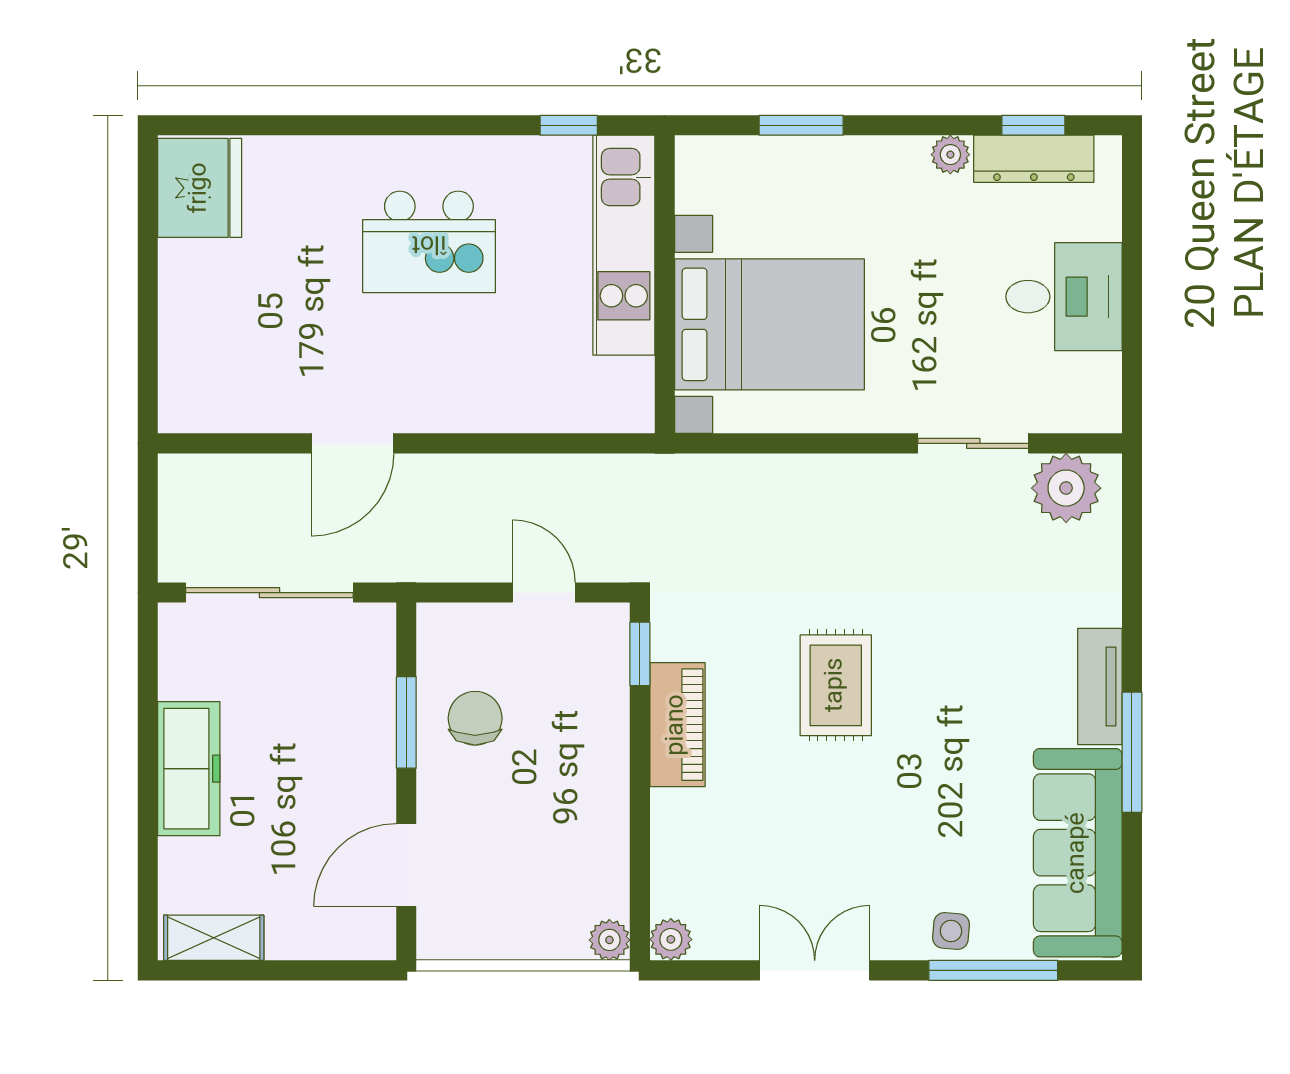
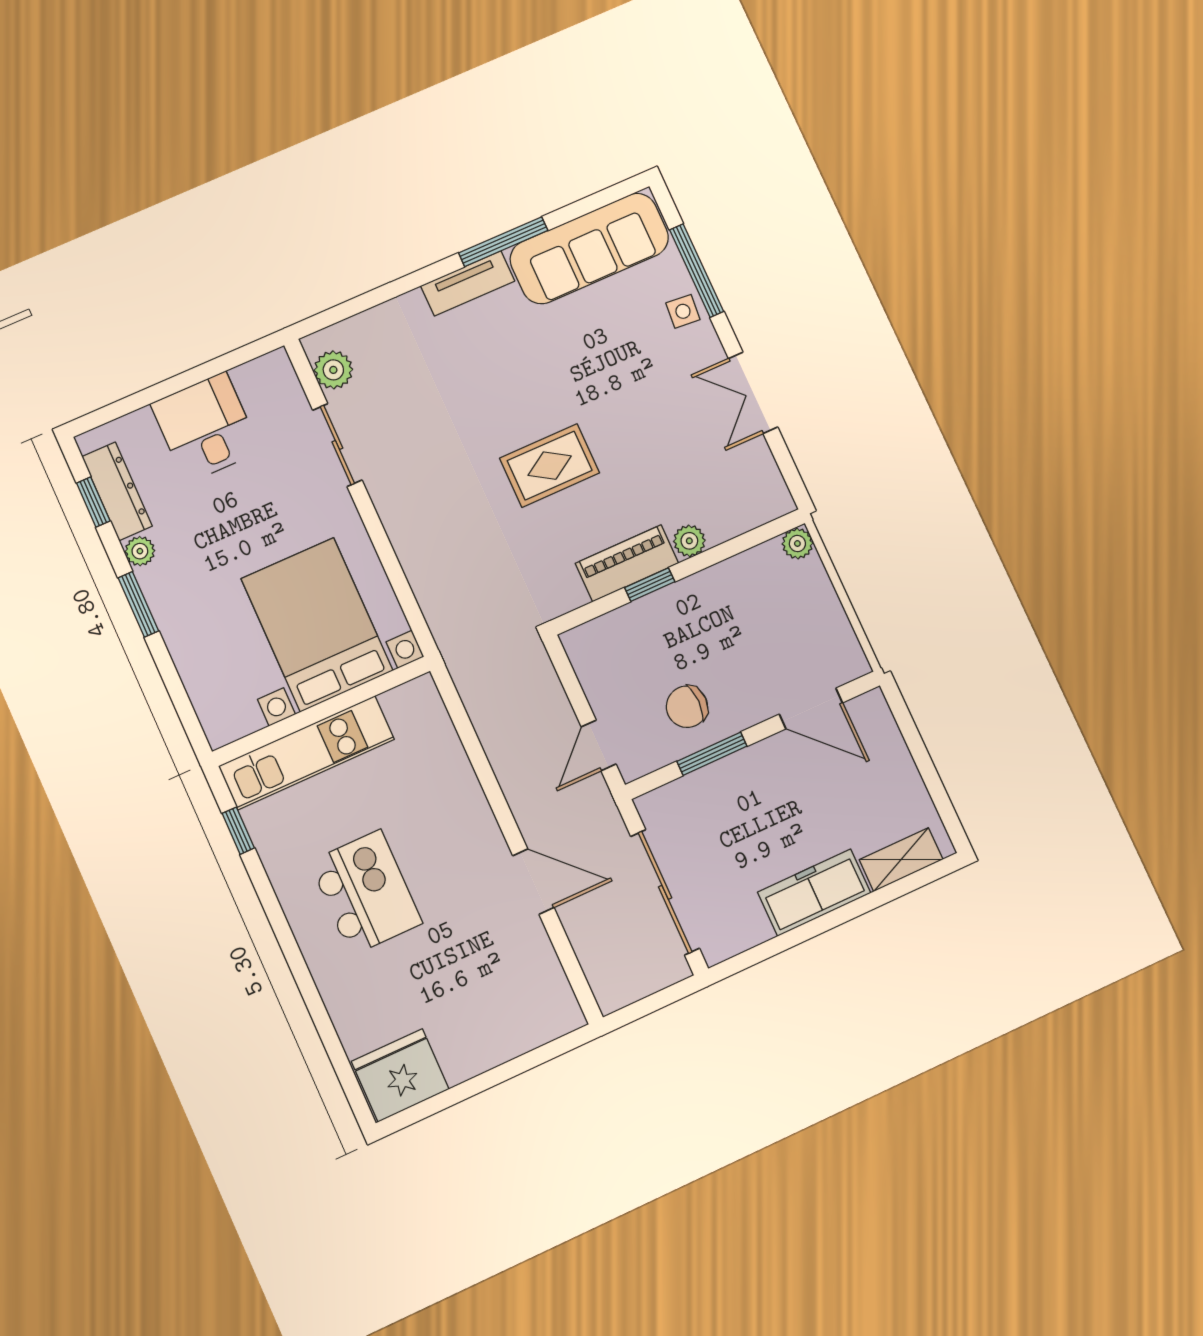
window: (801, 125) -> (138, 604), moved
plant: (1066, 488) -> (333, 370), width x0.73, depth x0.73
door: (544, 593) -> (599, 745), moved
window: (640, 654) -> (650, 585), moved
shelving: (214, 938) -> (901, 860), moved, turned 90
plant: (671, 939) -> (689, 541), moved

